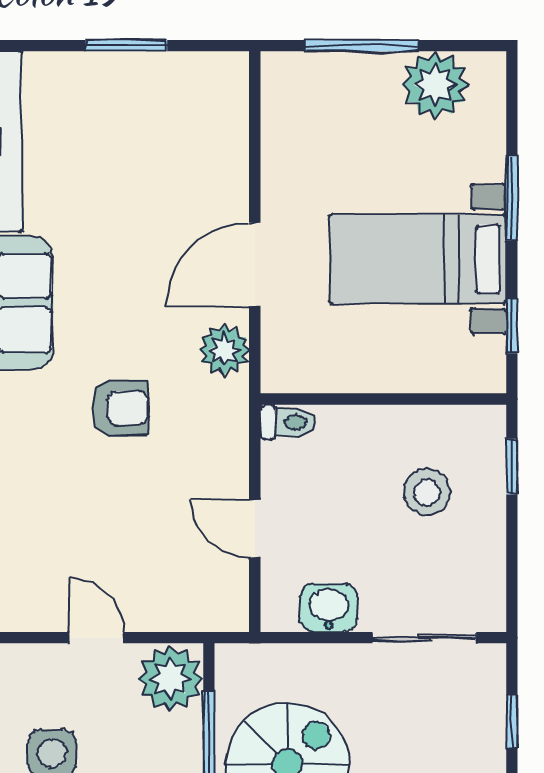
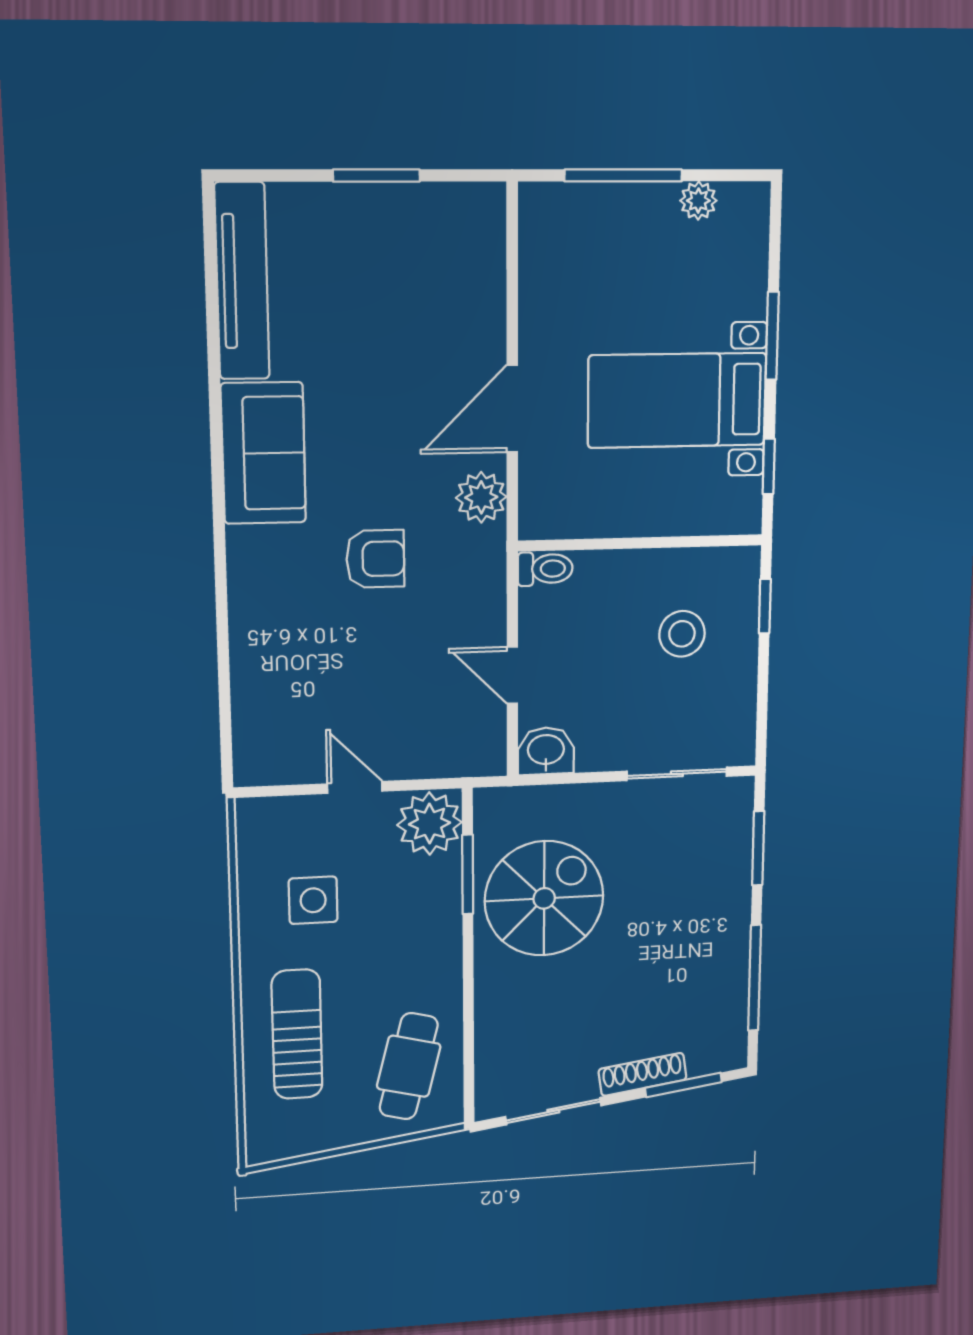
plant: (435, 85) -> (698, 201), width x0.53, depth x0.53
washbasin: (328, 608) -> (546, 751), moved
window: (512, 721) -> (758, 848), width x1.50

